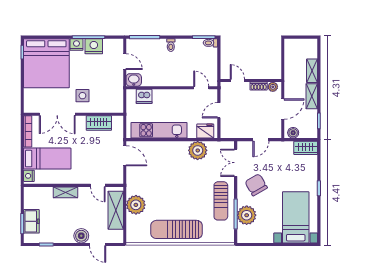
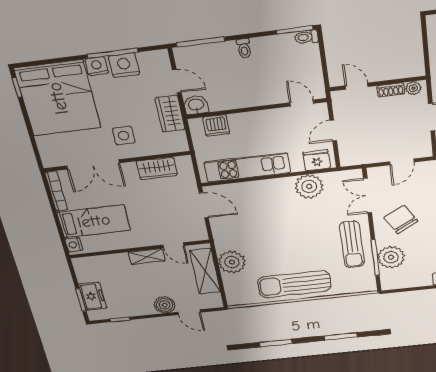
wardrobe: (116, 84) -> (170, 114), added
shelving: (65, 192) -> (147, 257), moved

